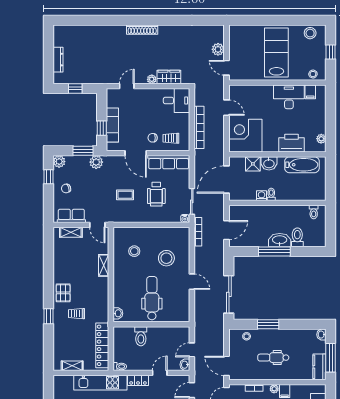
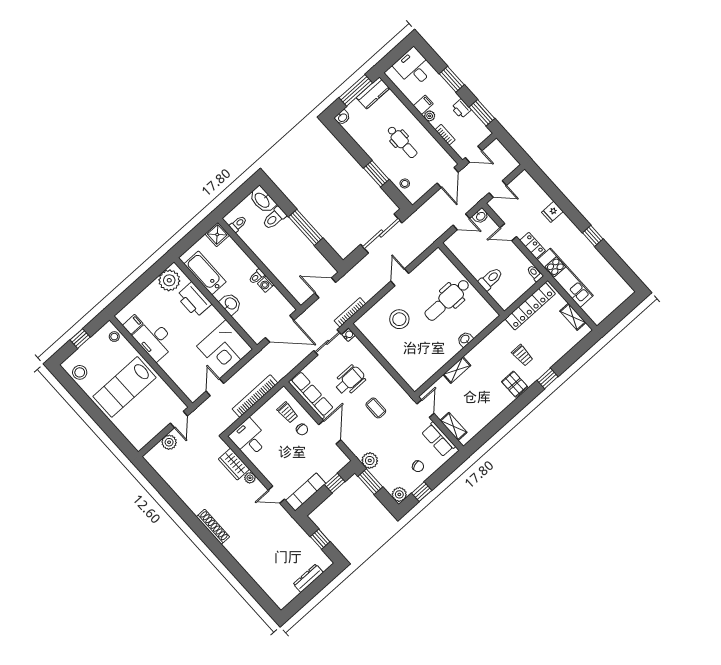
exam couch: (112, 125) -> (306, 492), moved
plant: (321, 139) -> (169, 280), width x1.87, depth x1.87
shower: (253, 164) -> (217, 235), moved
washbasin: (280, 240) -> (262, 200), moved
stool: (134, 251) -> (419, 354), removed
pallet: (63, 293) -> (515, 384), turned 90
washbasin: (118, 313) -> (465, 339), moved

